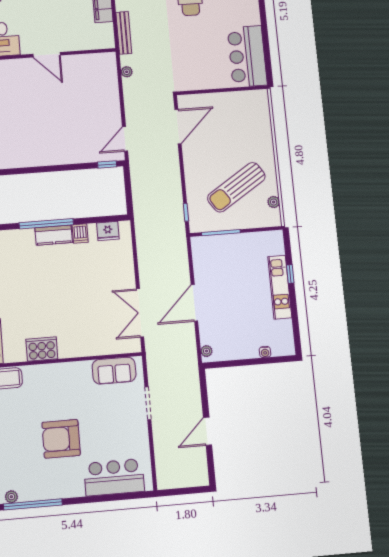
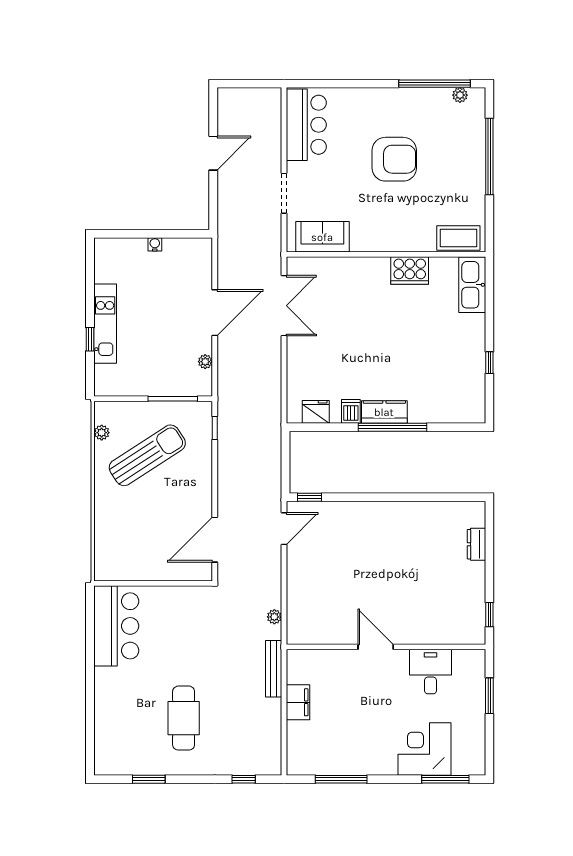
plant: (206, 351) -> (205, 362), moved
water cooler: (265, 352) -> (155, 244), moved
bar counter: (114, 477) -> (306, 125), moved, turned -90

